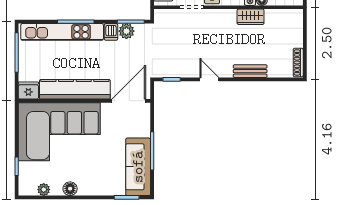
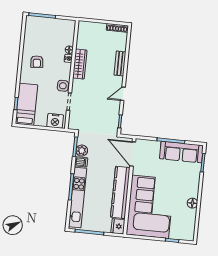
wardrobe: (251, 17) -> (80, 64), width x1.50
plant: (44, 190) -> (191, 222), removed

